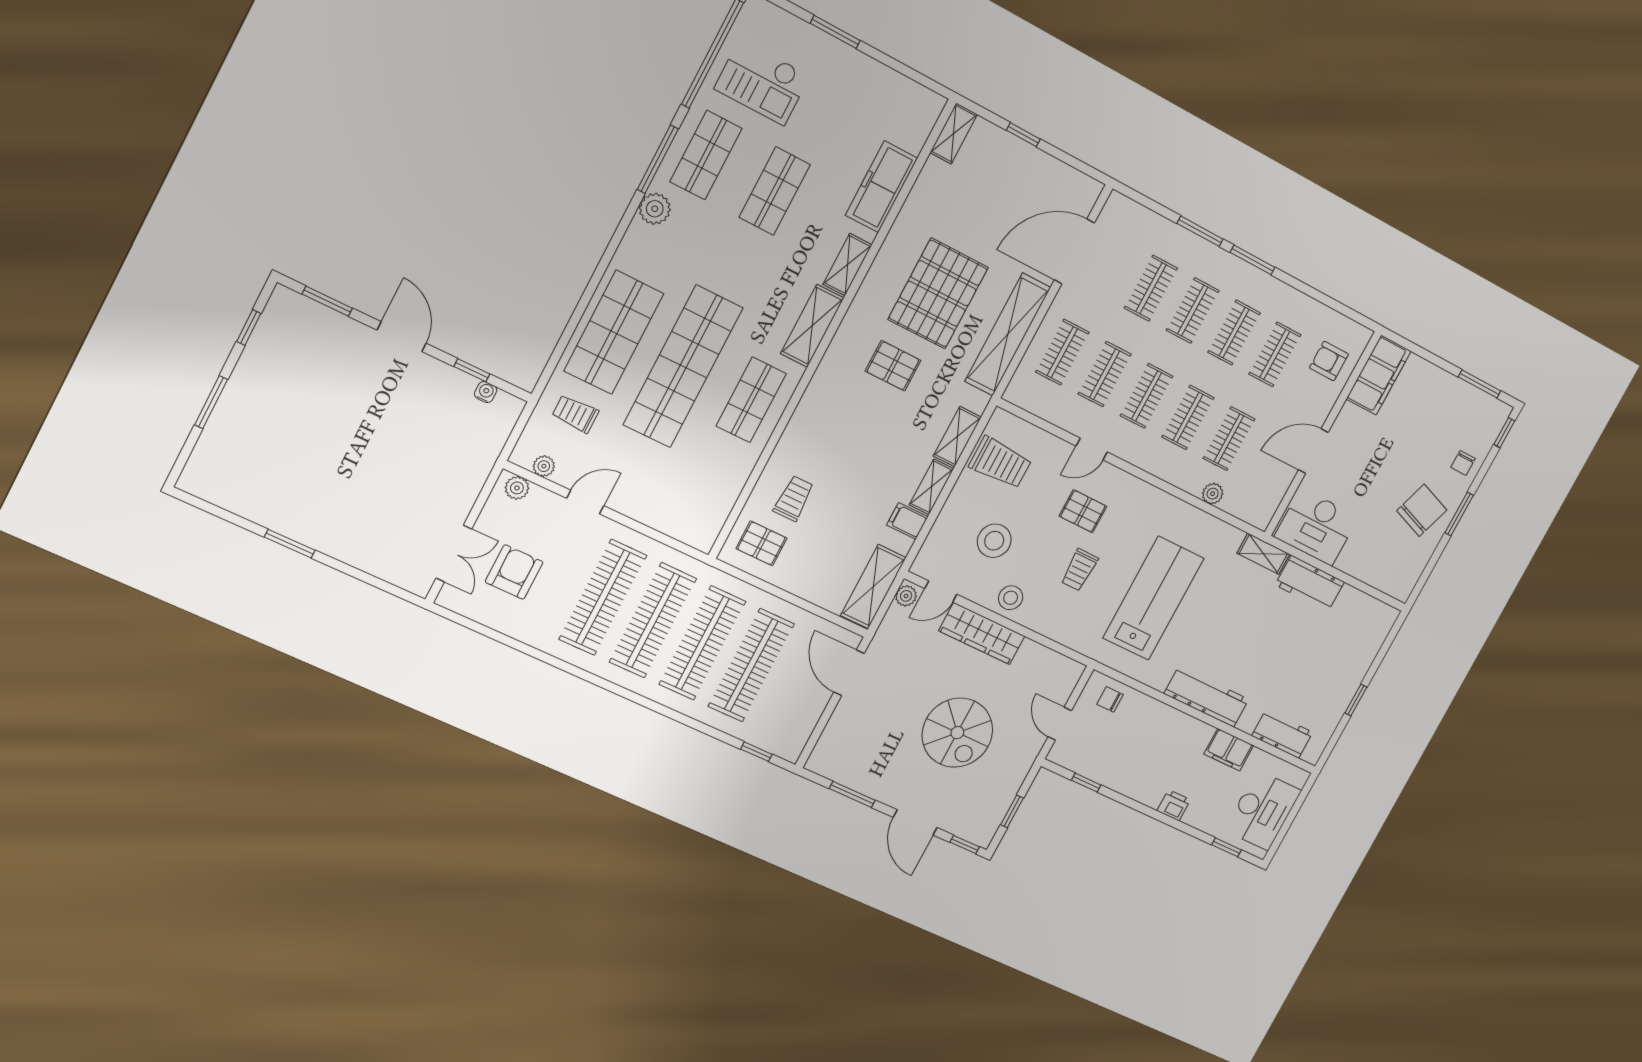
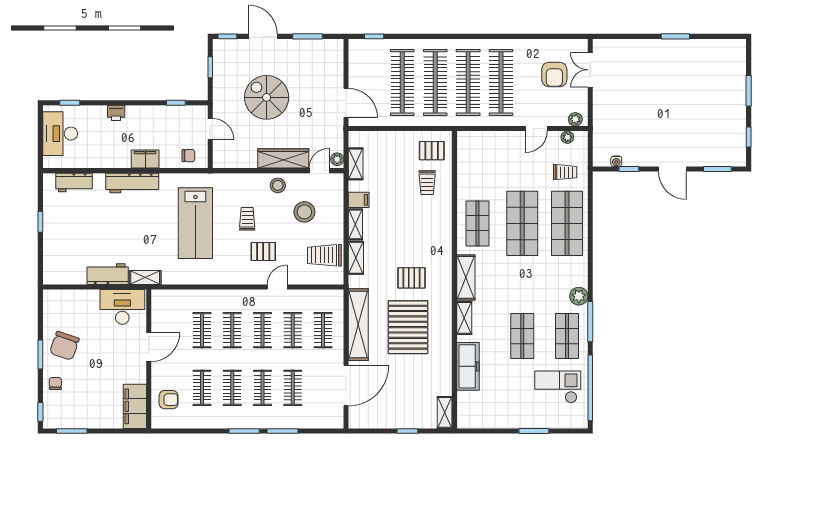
shop shelf: (683, 366) -> (522, 223), width x0.71
plant: (1213, 494) -> (194, 296), removed
shelving: (873, 587) -> (356, 164), width x0.67, depth x0.75
filing cabinet: (1229, 750) -> (145, 159), moved

